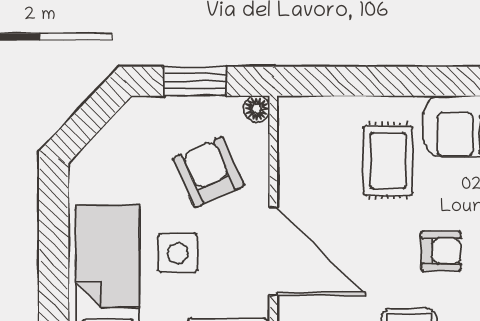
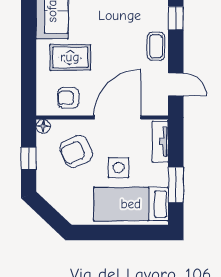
window: (195, 81) -> (29, 158), width x0.67
armchair: (441, 251) -> (68, 98), moved, turned -90

